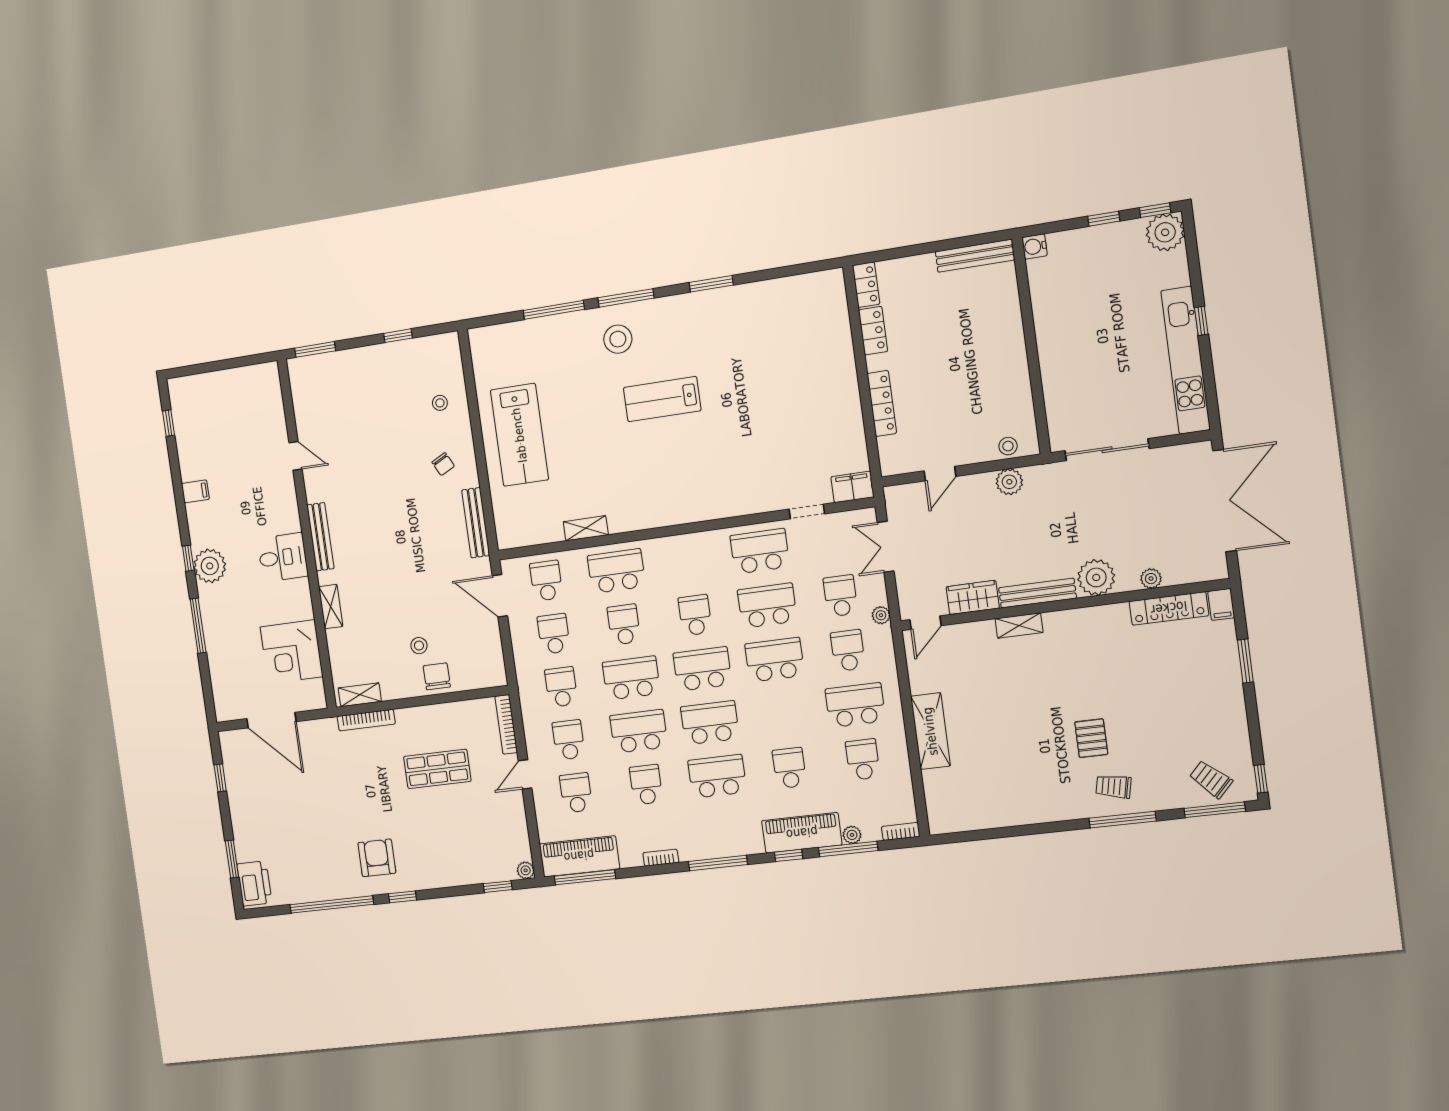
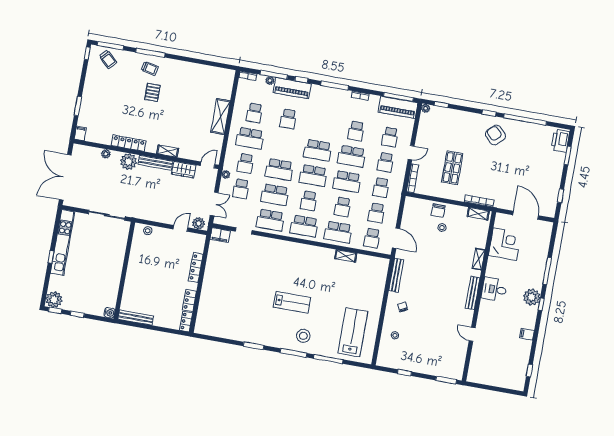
lab bench: (519, 435) -> (353, 332), moved
plant: (1009, 482) -> (199, 223), moved
locker: (1169, 608) -> (129, 143), moved
shop shelf: (437, 769) -> (452, 168), turned 90
school desk: (717, 776) -> (304, 226), moved
armchair: (377, 858) -> (495, 135), turned 135

